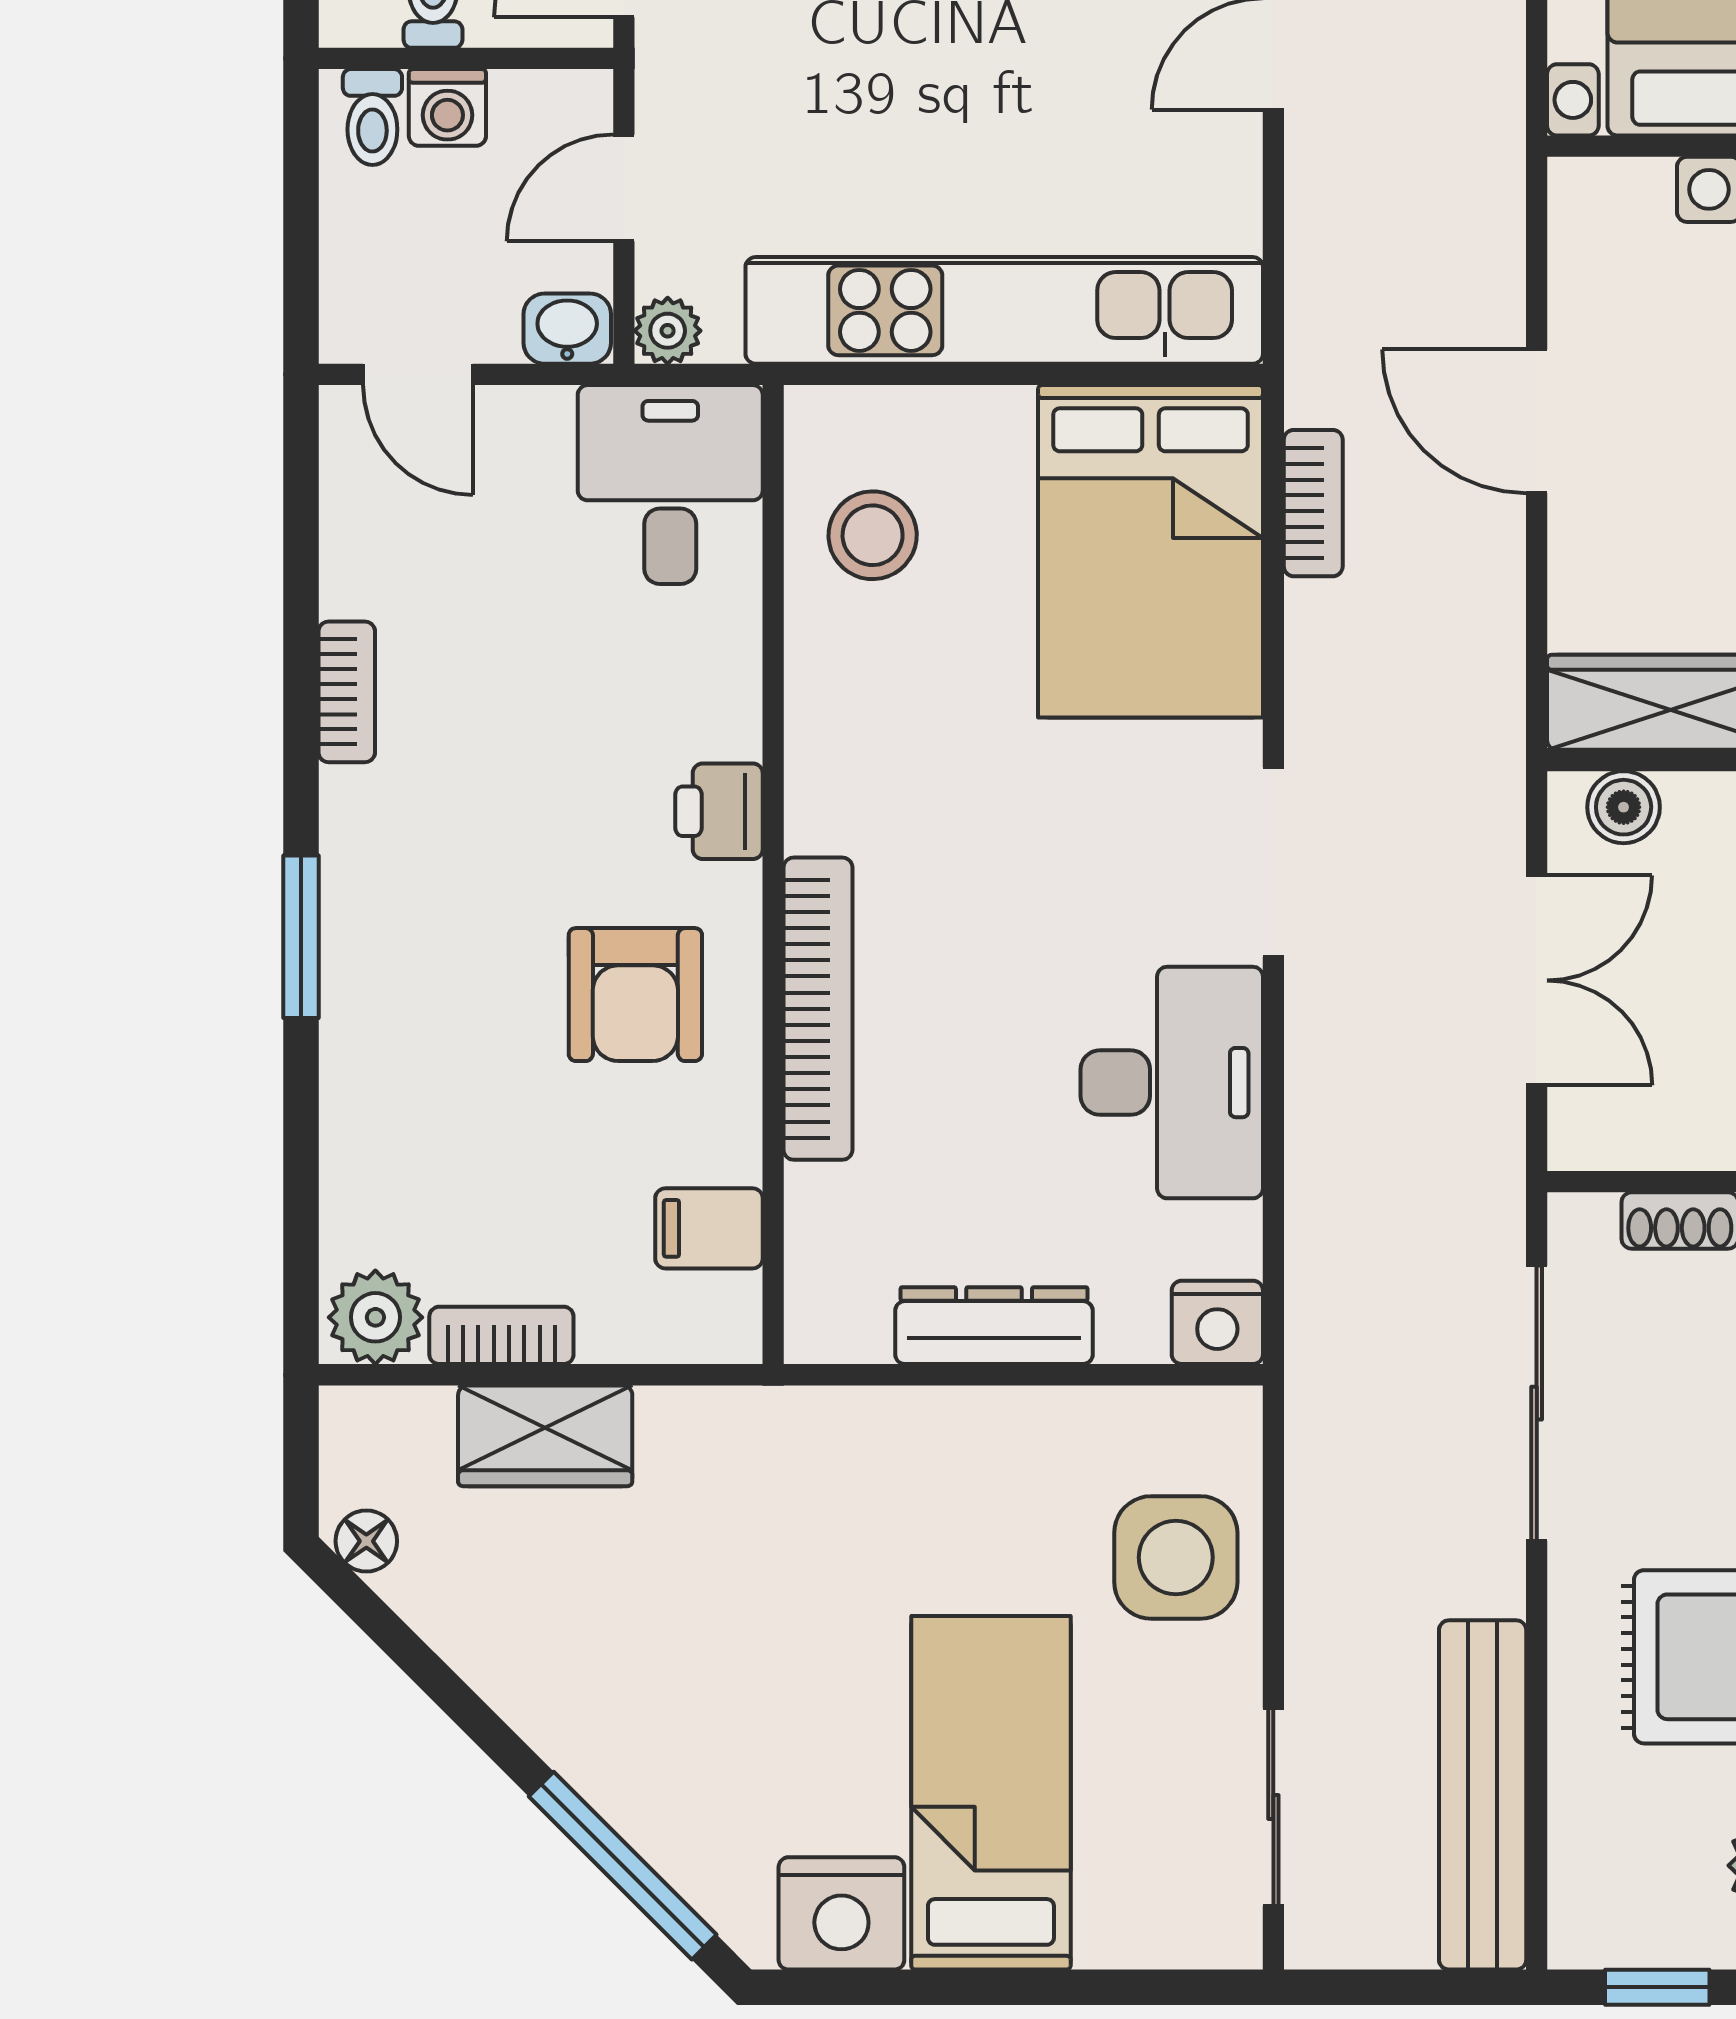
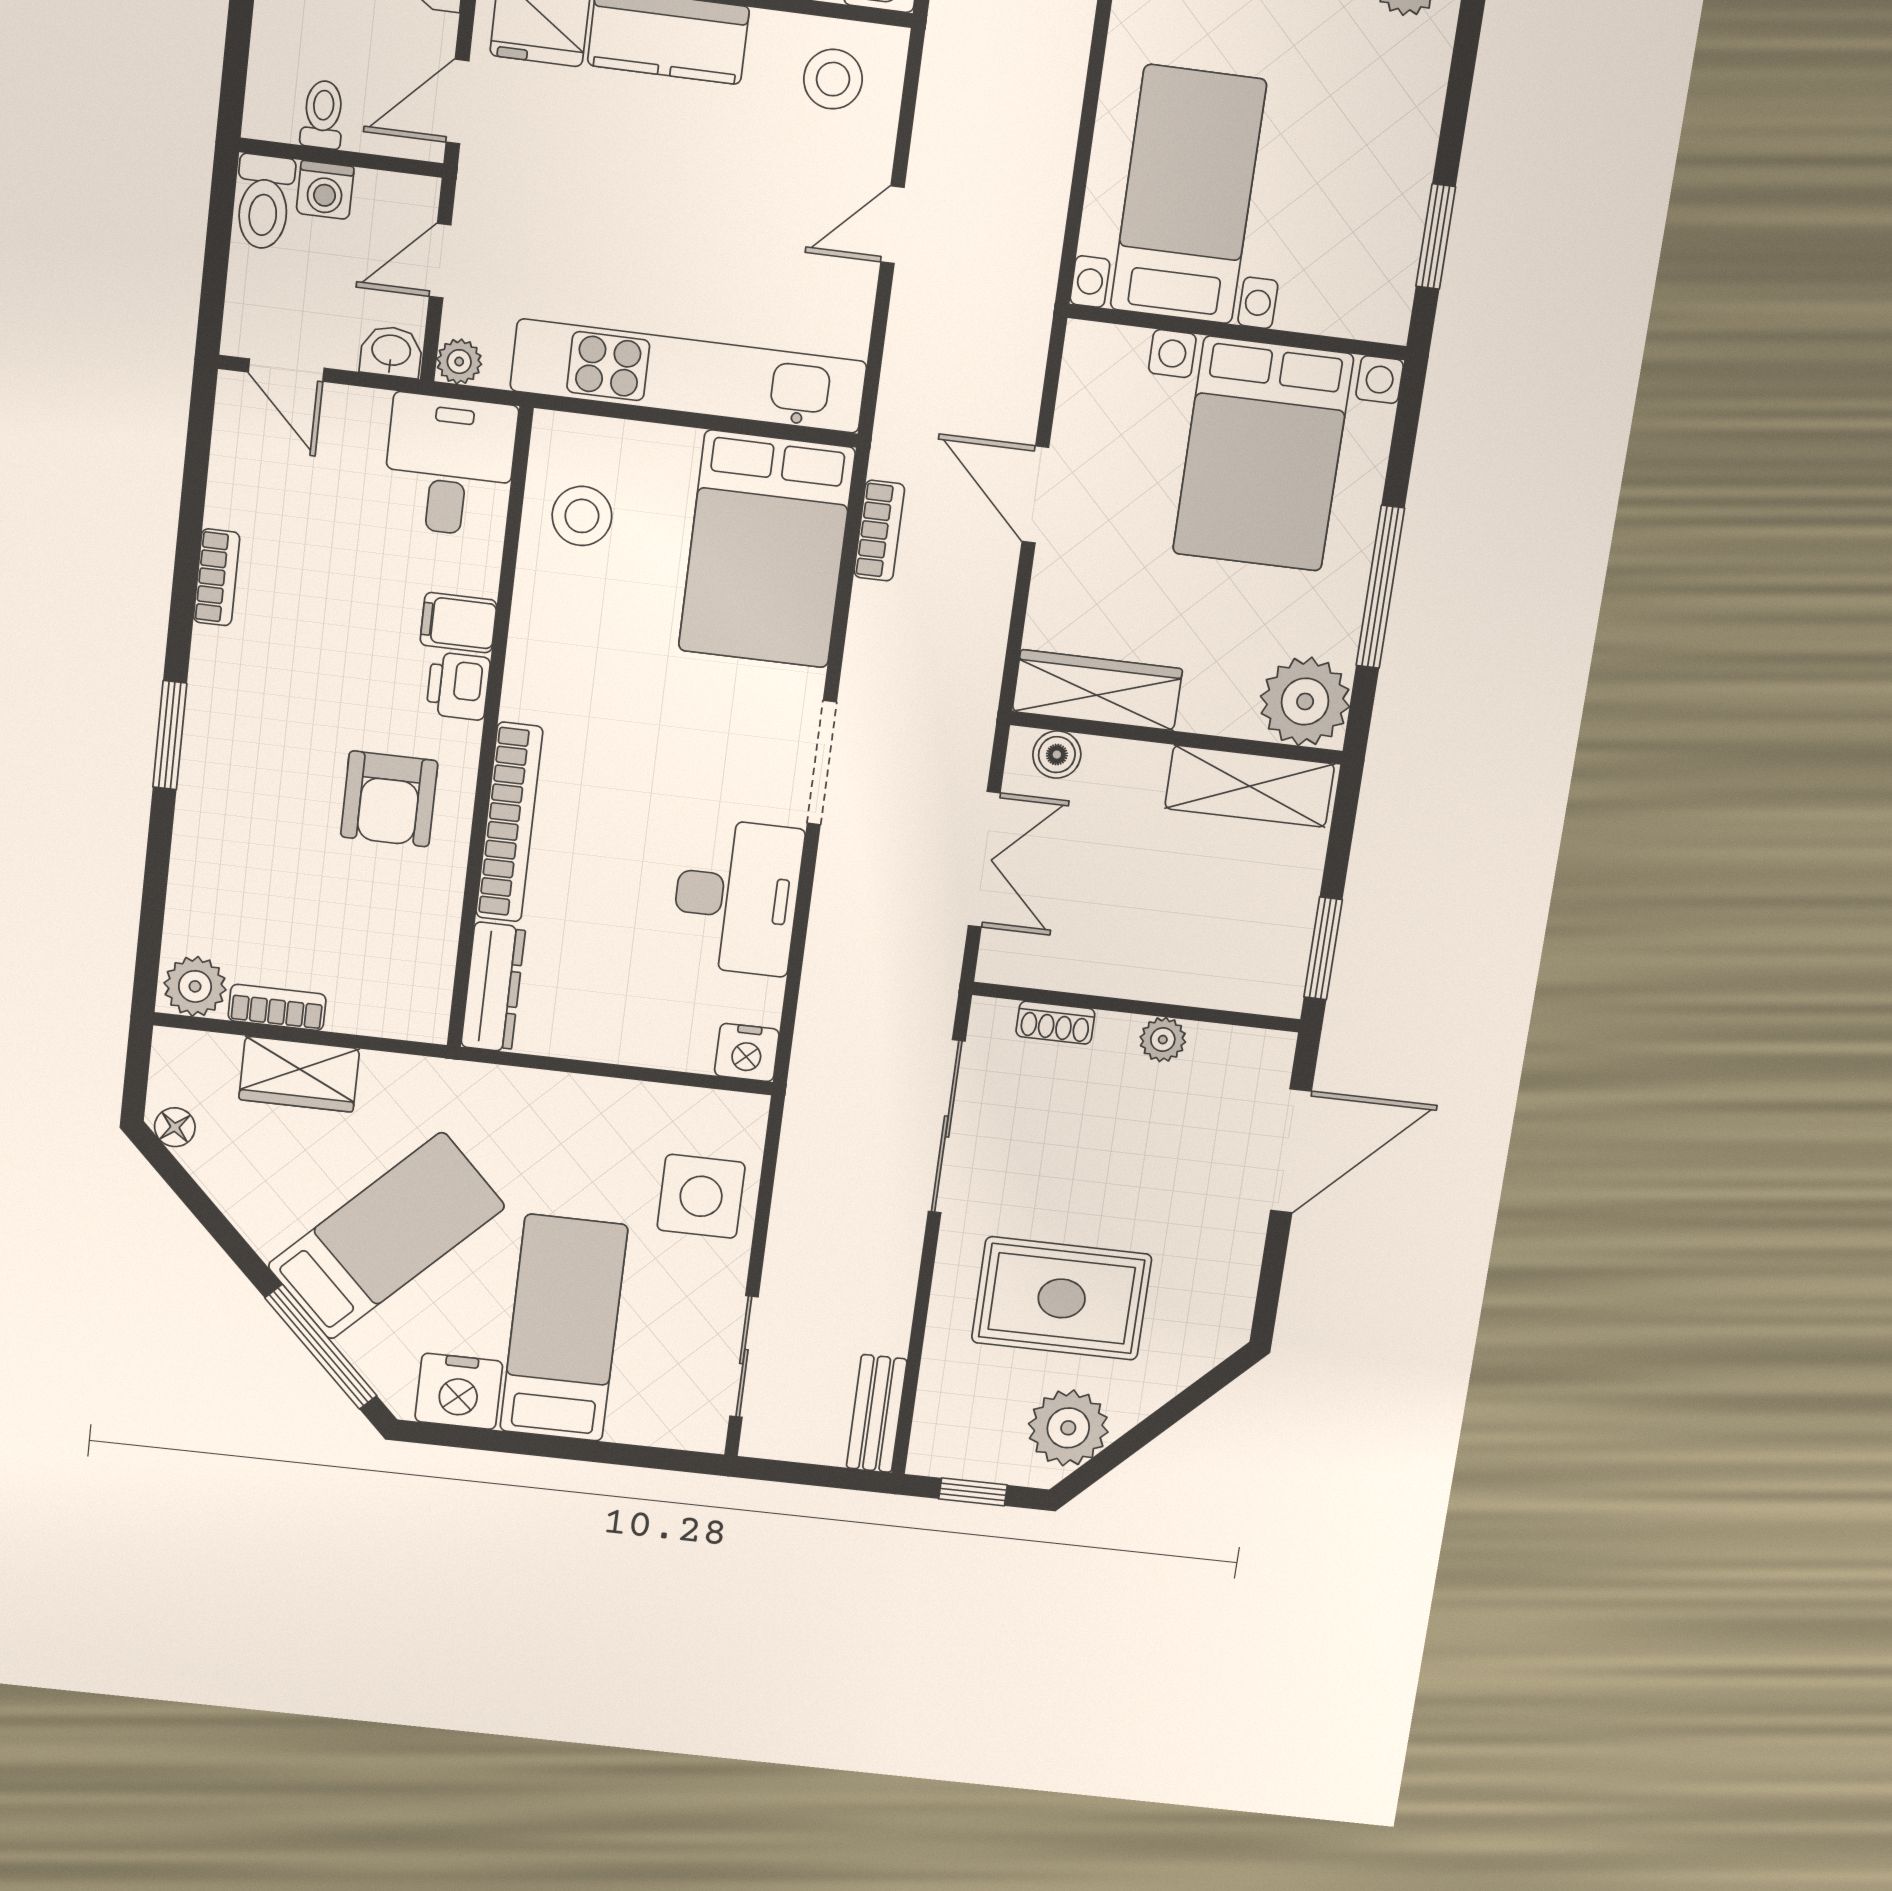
toilet: (372, 117) -> (264, 202), width x1.37, depth x1.39
filing cabinet: (709, 1228) -> (458, 623), moved
dresser: (994, 1326) -> (493, 987), moved, turned 90
bed: (704, 1676) -> (386, 1236), added
bench: (1483, 1795) -> (877, 1414), width x0.54, depth x0.82

